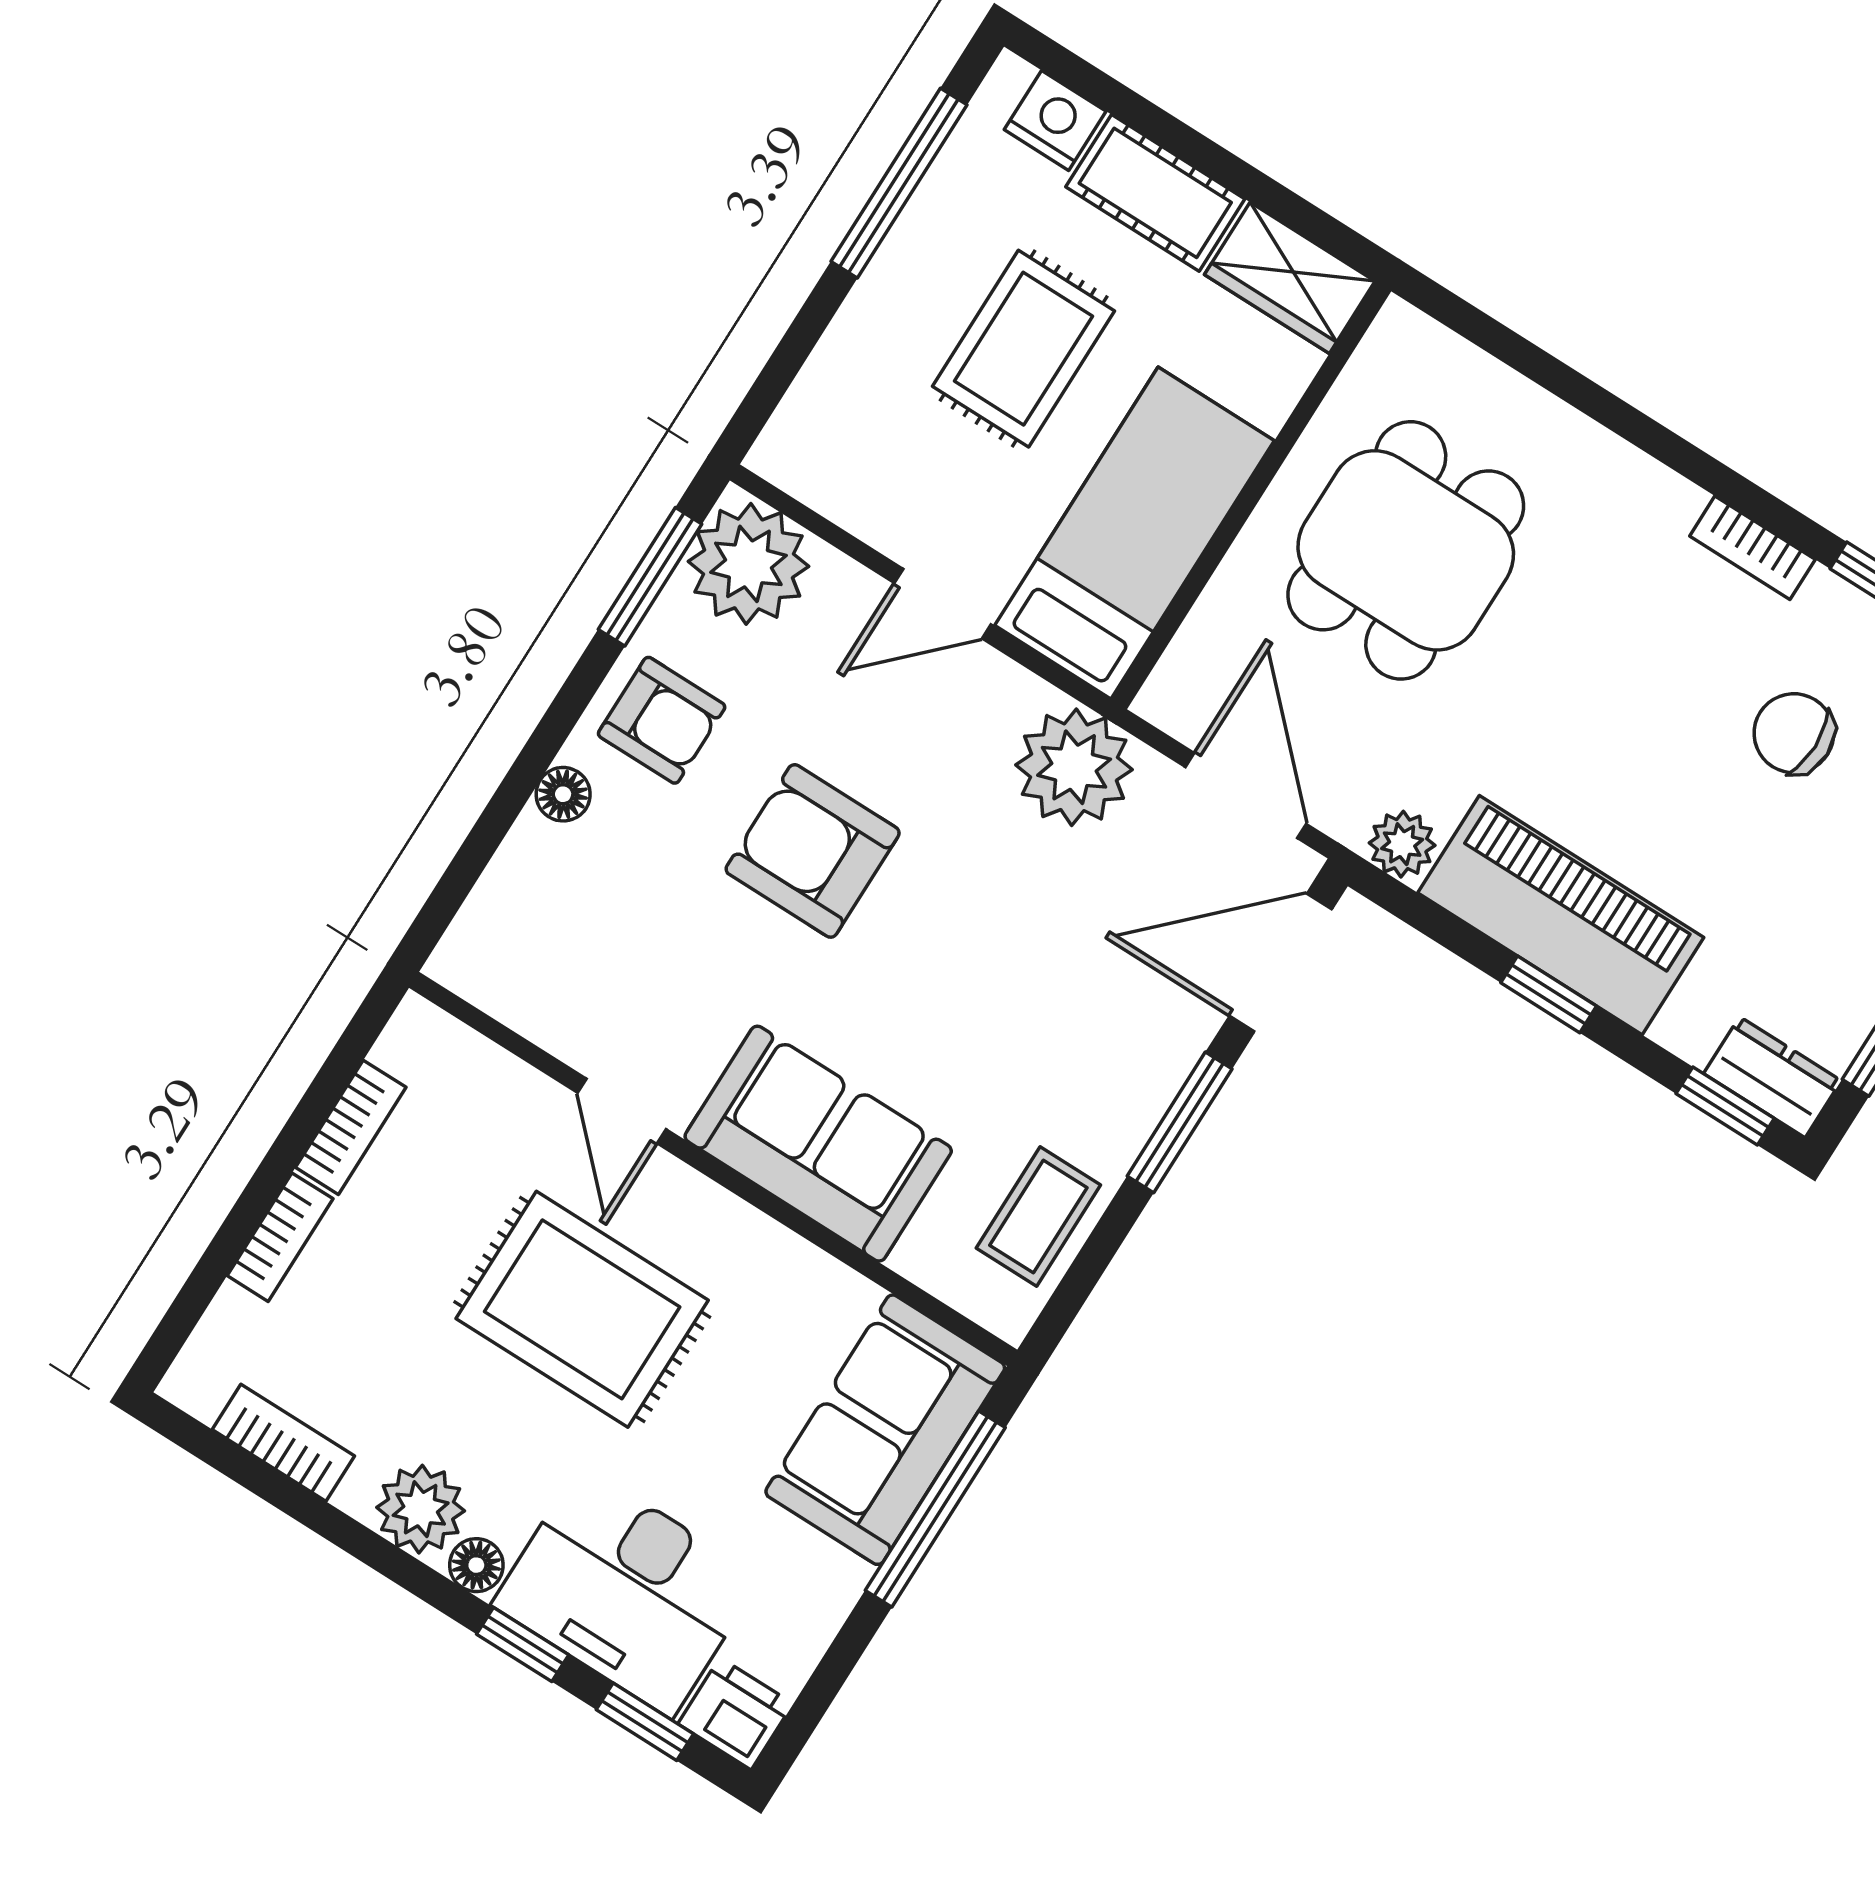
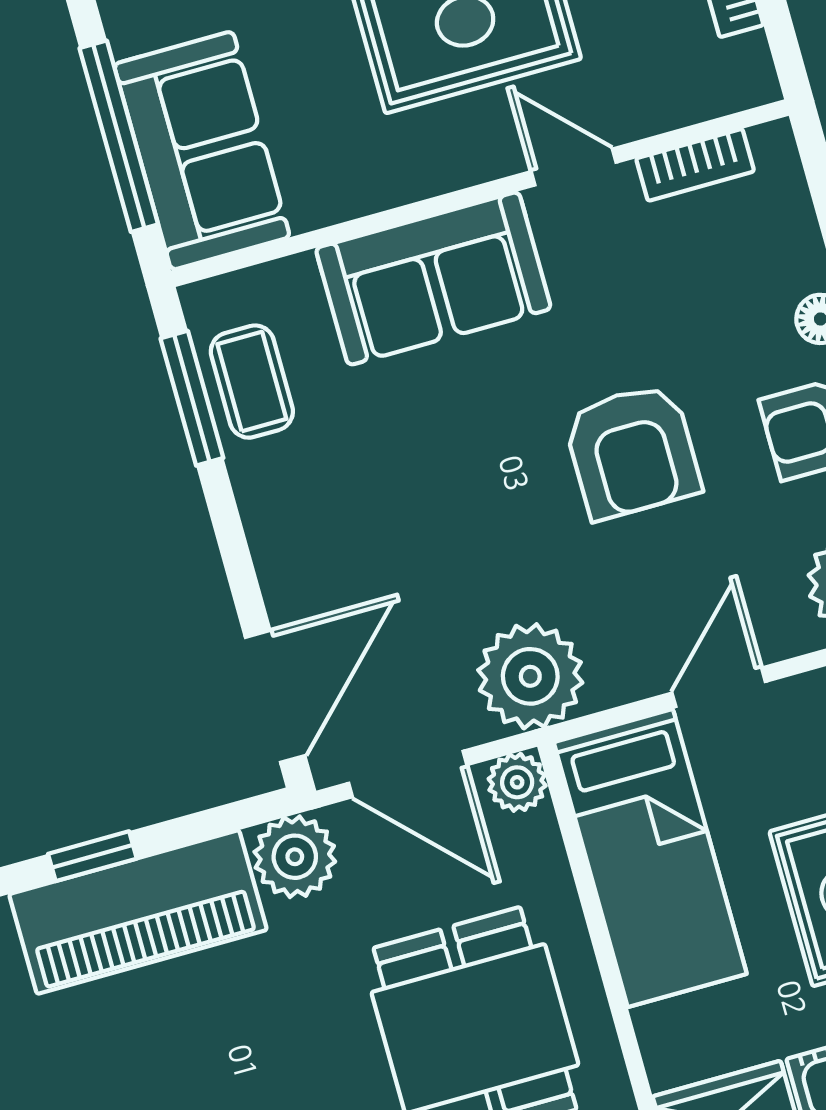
plant: (1171, 699) -> (517, 782), added
plant: (1402, 844) -> (295, 857), width x1.38, depth x1.38
armchair: (813, 851) -> (632, 451), turned 90
bookcase: (529, 1012) -> (695, 165), added
window: (1180, 1122) -> (192, 398), moved

